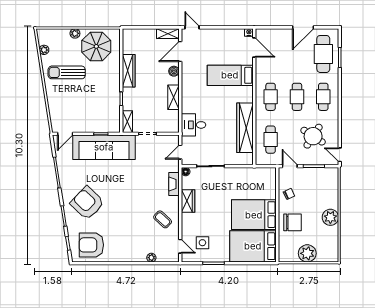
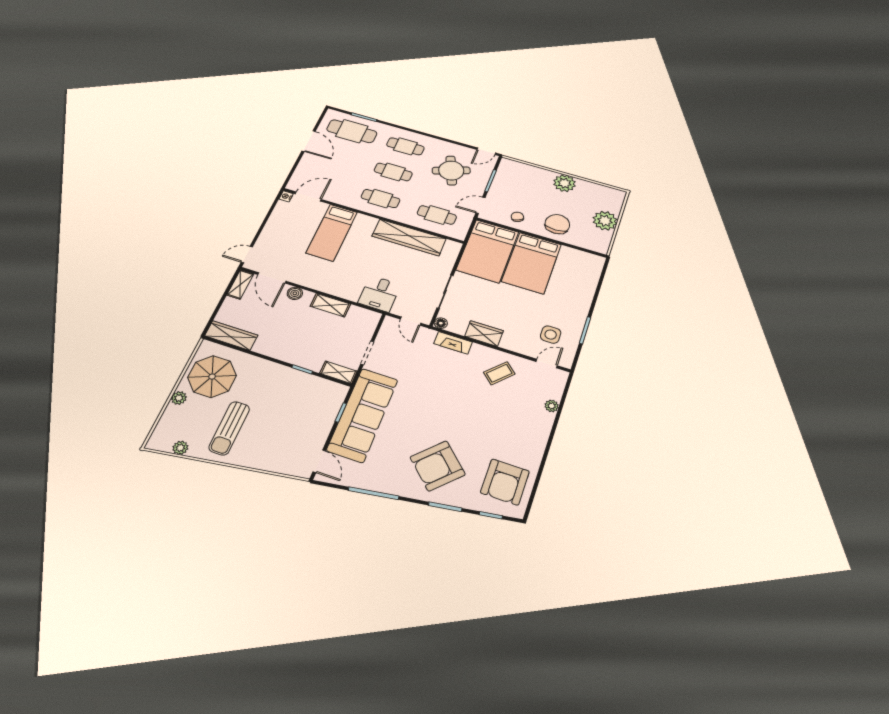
wardrobe: (129, 71) -> (231, 335), moved
round table: (313, 136) -> (451, 171), turned 36
bed: (253, 246) -> (487, 251), moved

